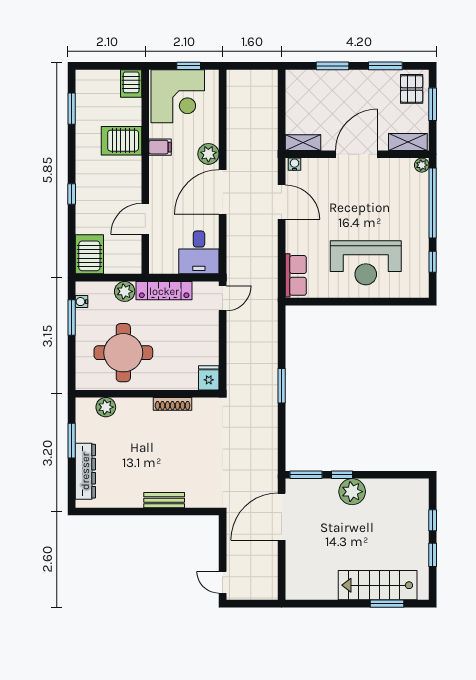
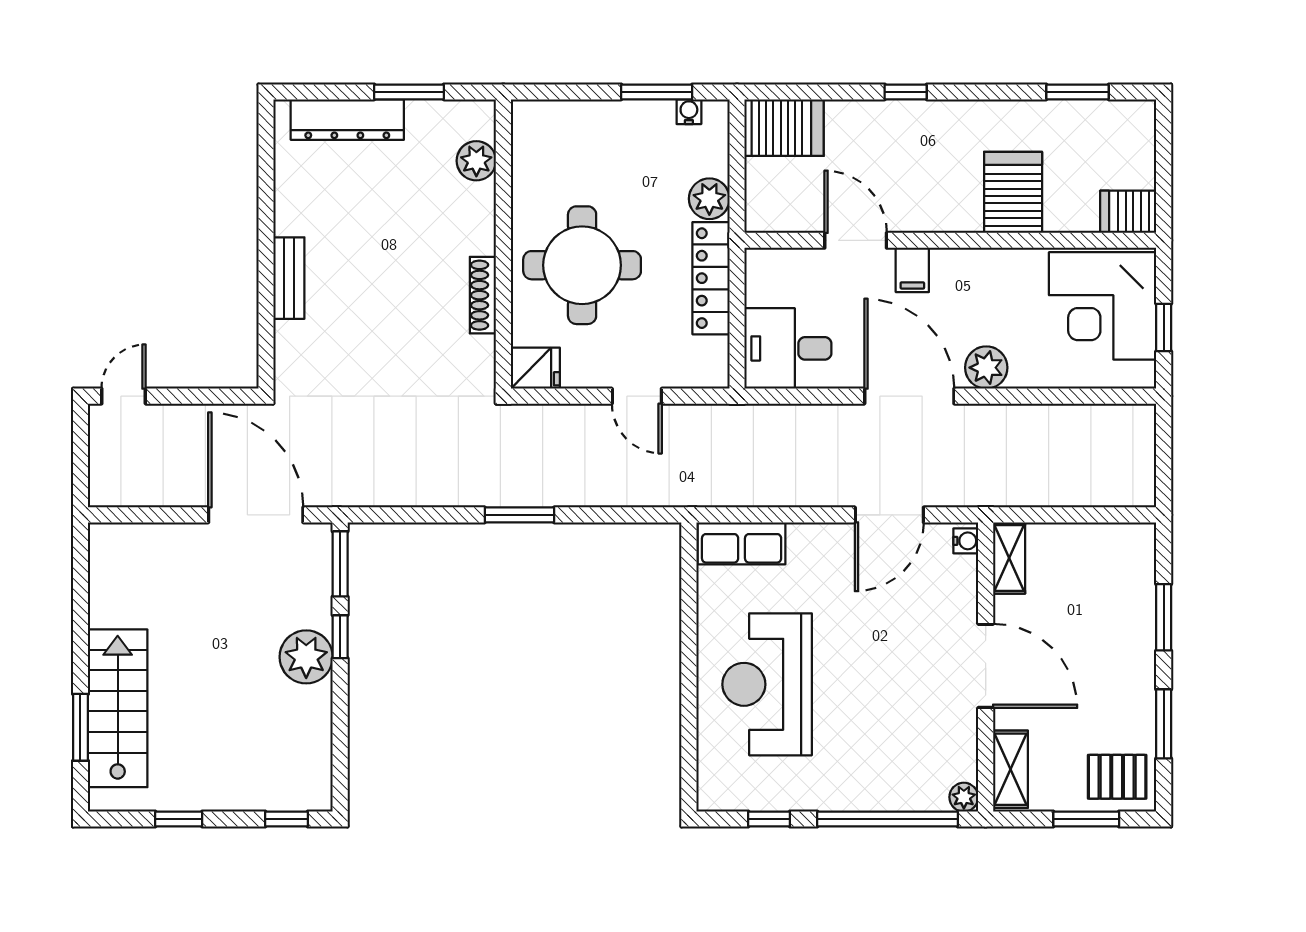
filing cabinet: (160, 147) -> (912, 270), moved
door: (223, 298) -> (637, 396), moved
round table: (123, 353) -> (582, 265), moved
window: (433, 520) -> (287, 819), moved

